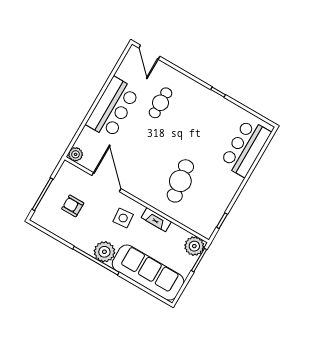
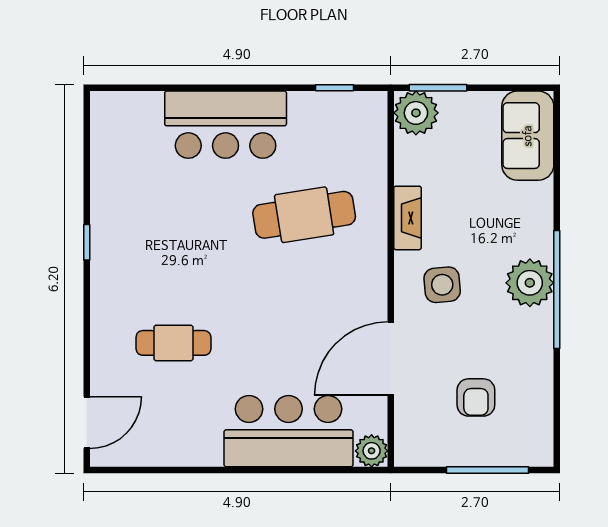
bar counter: (113, 108) -> (289, 431), moved
bar counter: (246, 148) -> (226, 125), moved
sofa: (148, 273) -> (528, 136), width x0.54, depth x0.79

